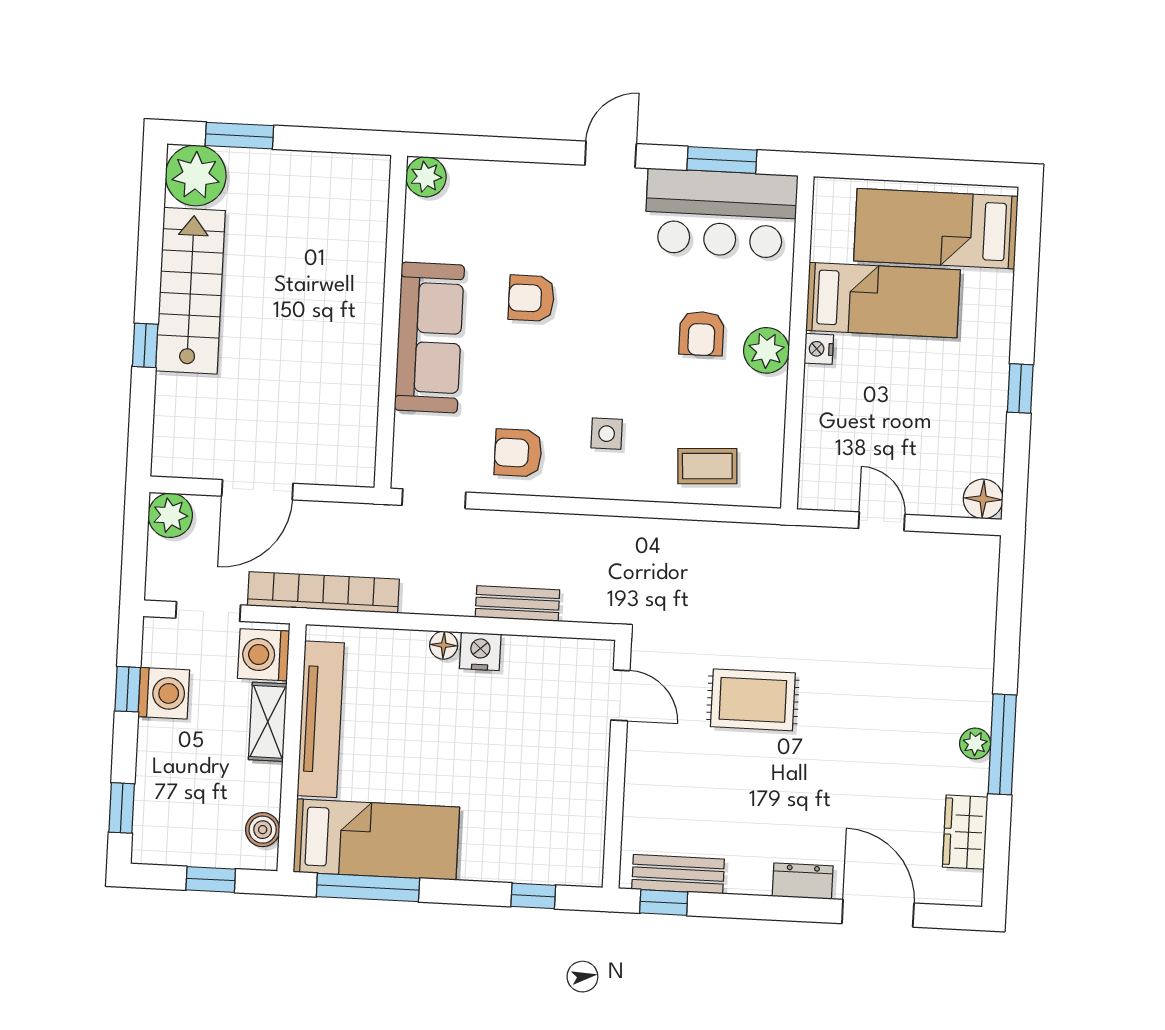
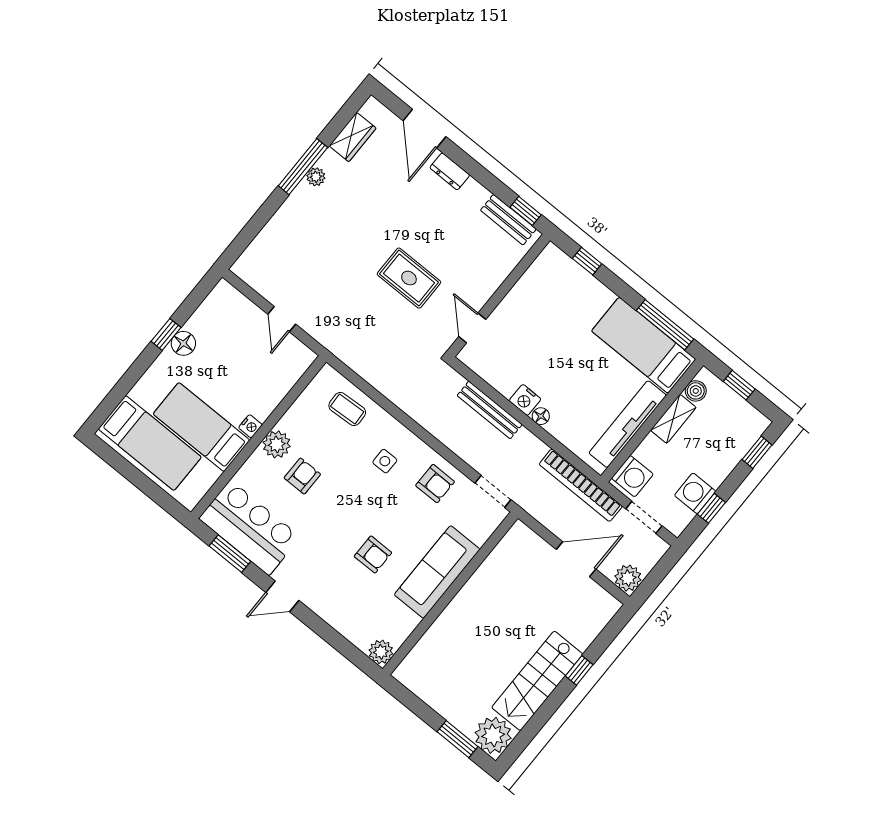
floor lamp: (983, 499) -> (183, 343), moved
bench: (517, 604) -> (490, 410), width x1.36
shelving: (268, 722) -> (673, 419), moved

